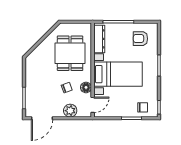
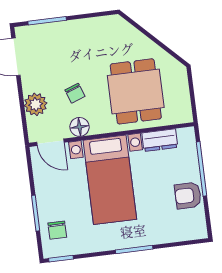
dresser: (99, 39) -> (160, 140), width x0.70
armchair: (140, 39) -> (188, 196), moved, turned -90
dining table: (70, 53) -> (136, 91), turned 90

